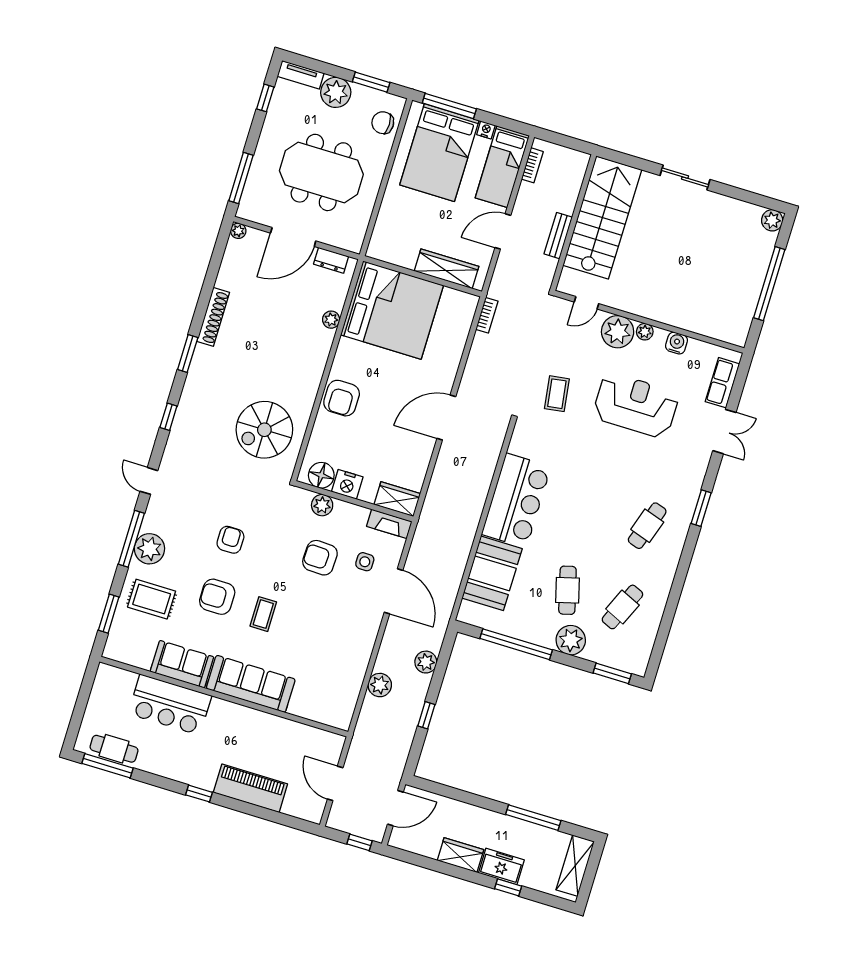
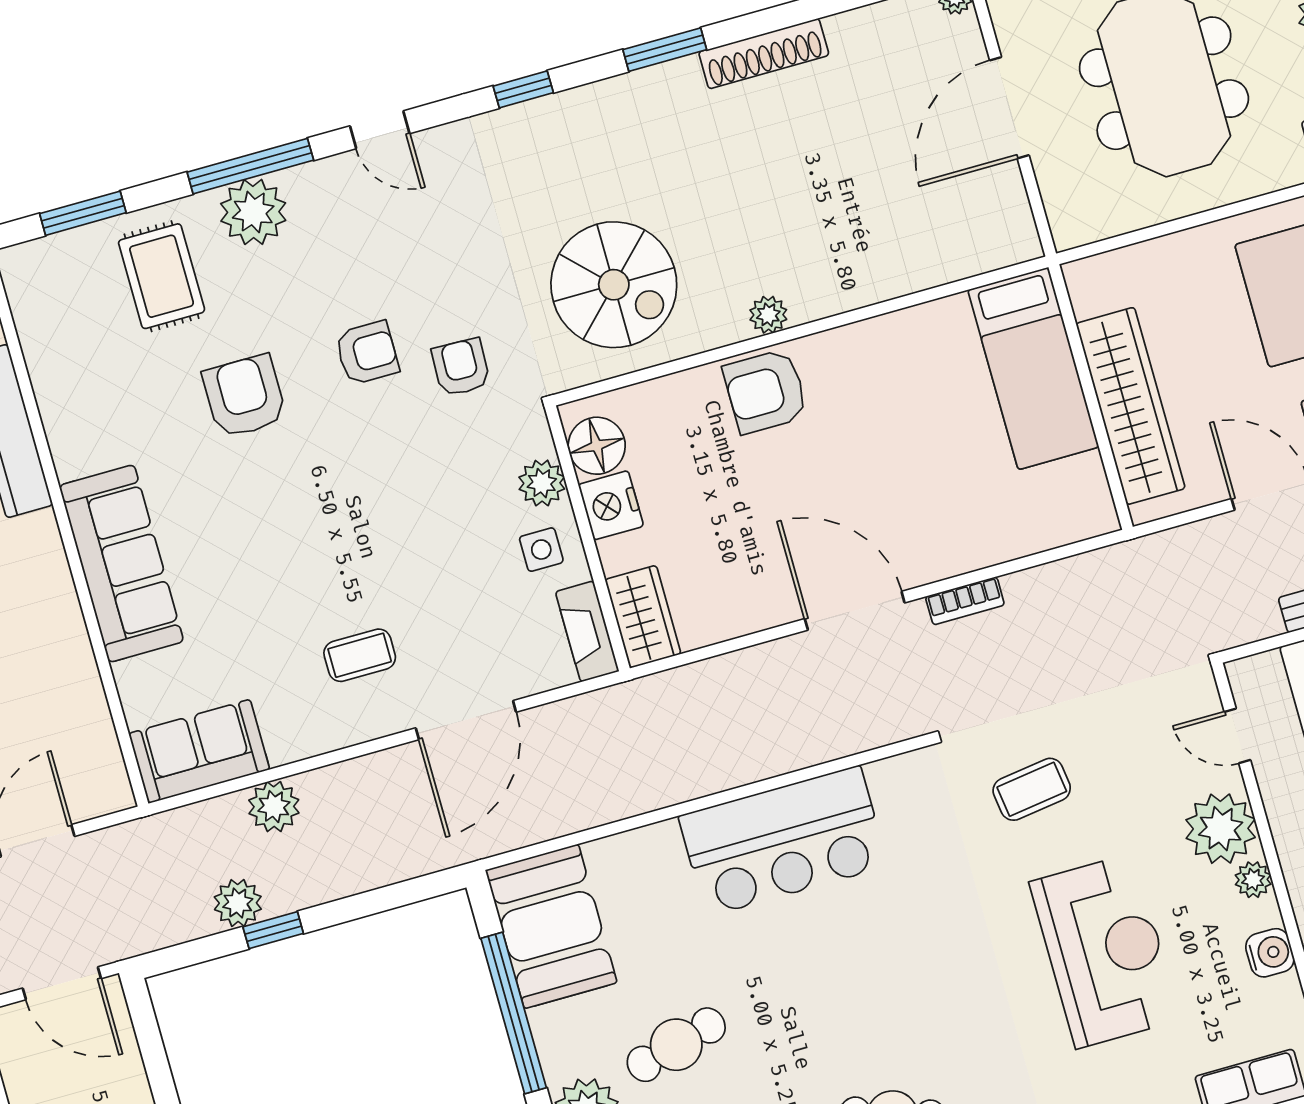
door: (293, 237) -> (1009, 108), hinge flipped
dresser: (331, 260) -> (1011, 207), removed
wardrobe: (447, 269) -> (1131, 406), width x1.40, depth x1.17
bed: (392, 310) -> (1033, 368), width x0.49
bookcase: (487, 315) -> (965, 601), moved
plant: (331, 320) -> (768, 315), moved
spiral stairs: (264, 430) -> (614, 285), turned 180
door: (149, 481) -> (380, 130), swing flipped
armchair: (320, 558) -> (461, 367), moved, width x0.72, depth x0.72
side table: (365, 562) -> (541, 550), moved
booth: (492, 573) -> (551, 926), moved, turned 90
coffee table: (263, 614) -> (360, 655), moved
plant: (426, 662) -> (238, 903), moved
sofa: (182, 664) -> (199, 751), moved, turned -90

